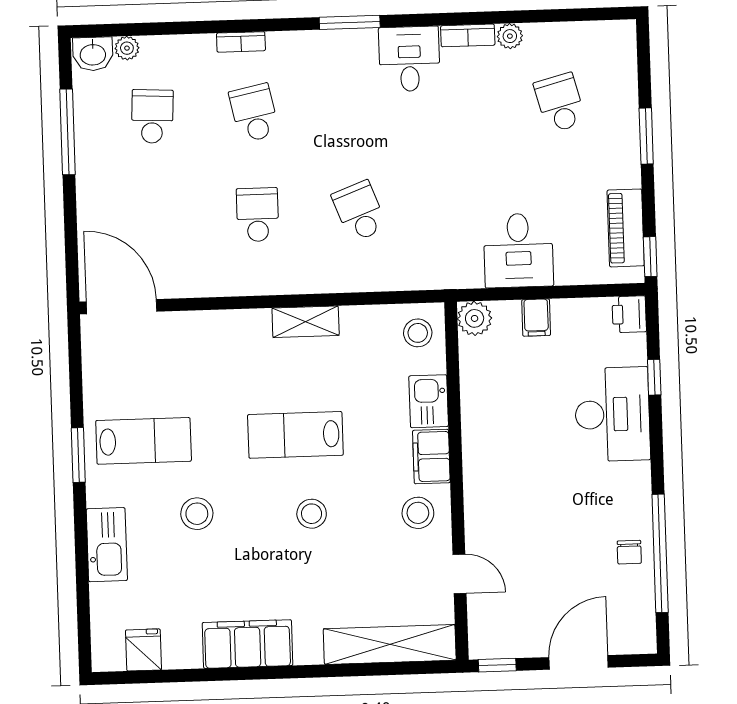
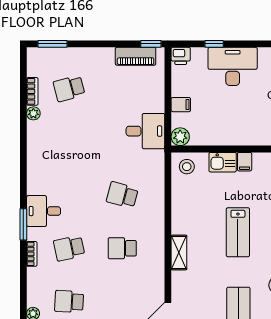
window: (350, 22) -> (23, 224), moved
bookcase: (468, 35) -> (32, 91), moved
desk: (409, 59) -> (44, 211), moved
window: (646, 136) -> (52, 44), moved
school desk: (359, 211) -> (122, 195), turned 36
desk: (518, 250) -> (145, 131), moved
shelving: (306, 322) -> (179, 252), moved
filing cabinet: (431, 457) -> (245, 162), width x0.50

